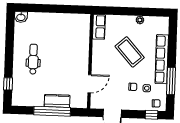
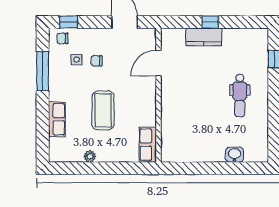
washbasin: (21, 17) -> (235, 155), moved
coffee table: (130, 52) -> (103, 110), turned 42
row of seats: (162, 59) -> (57, 119), width x0.50
window: (52, 111) -> (210, 22), width x0.32

